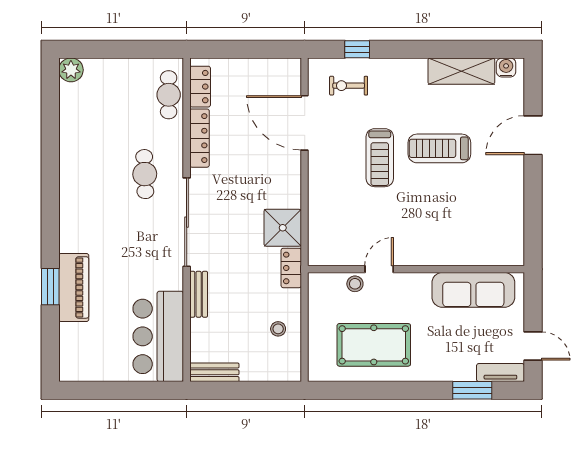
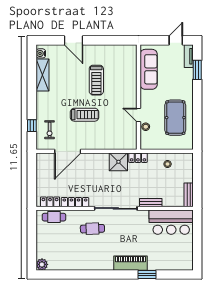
treadmill: (439, 148) -> (96, 80), moved
piano: (74, 287) -> (131, 263), moved

